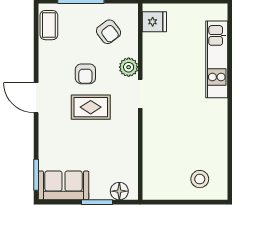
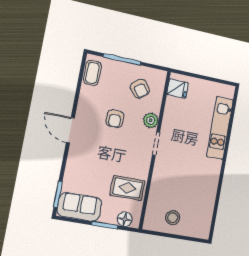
rug: (91, 107) -> (127, 188), moved
stool: (200, 179) -> (173, 218), moved

